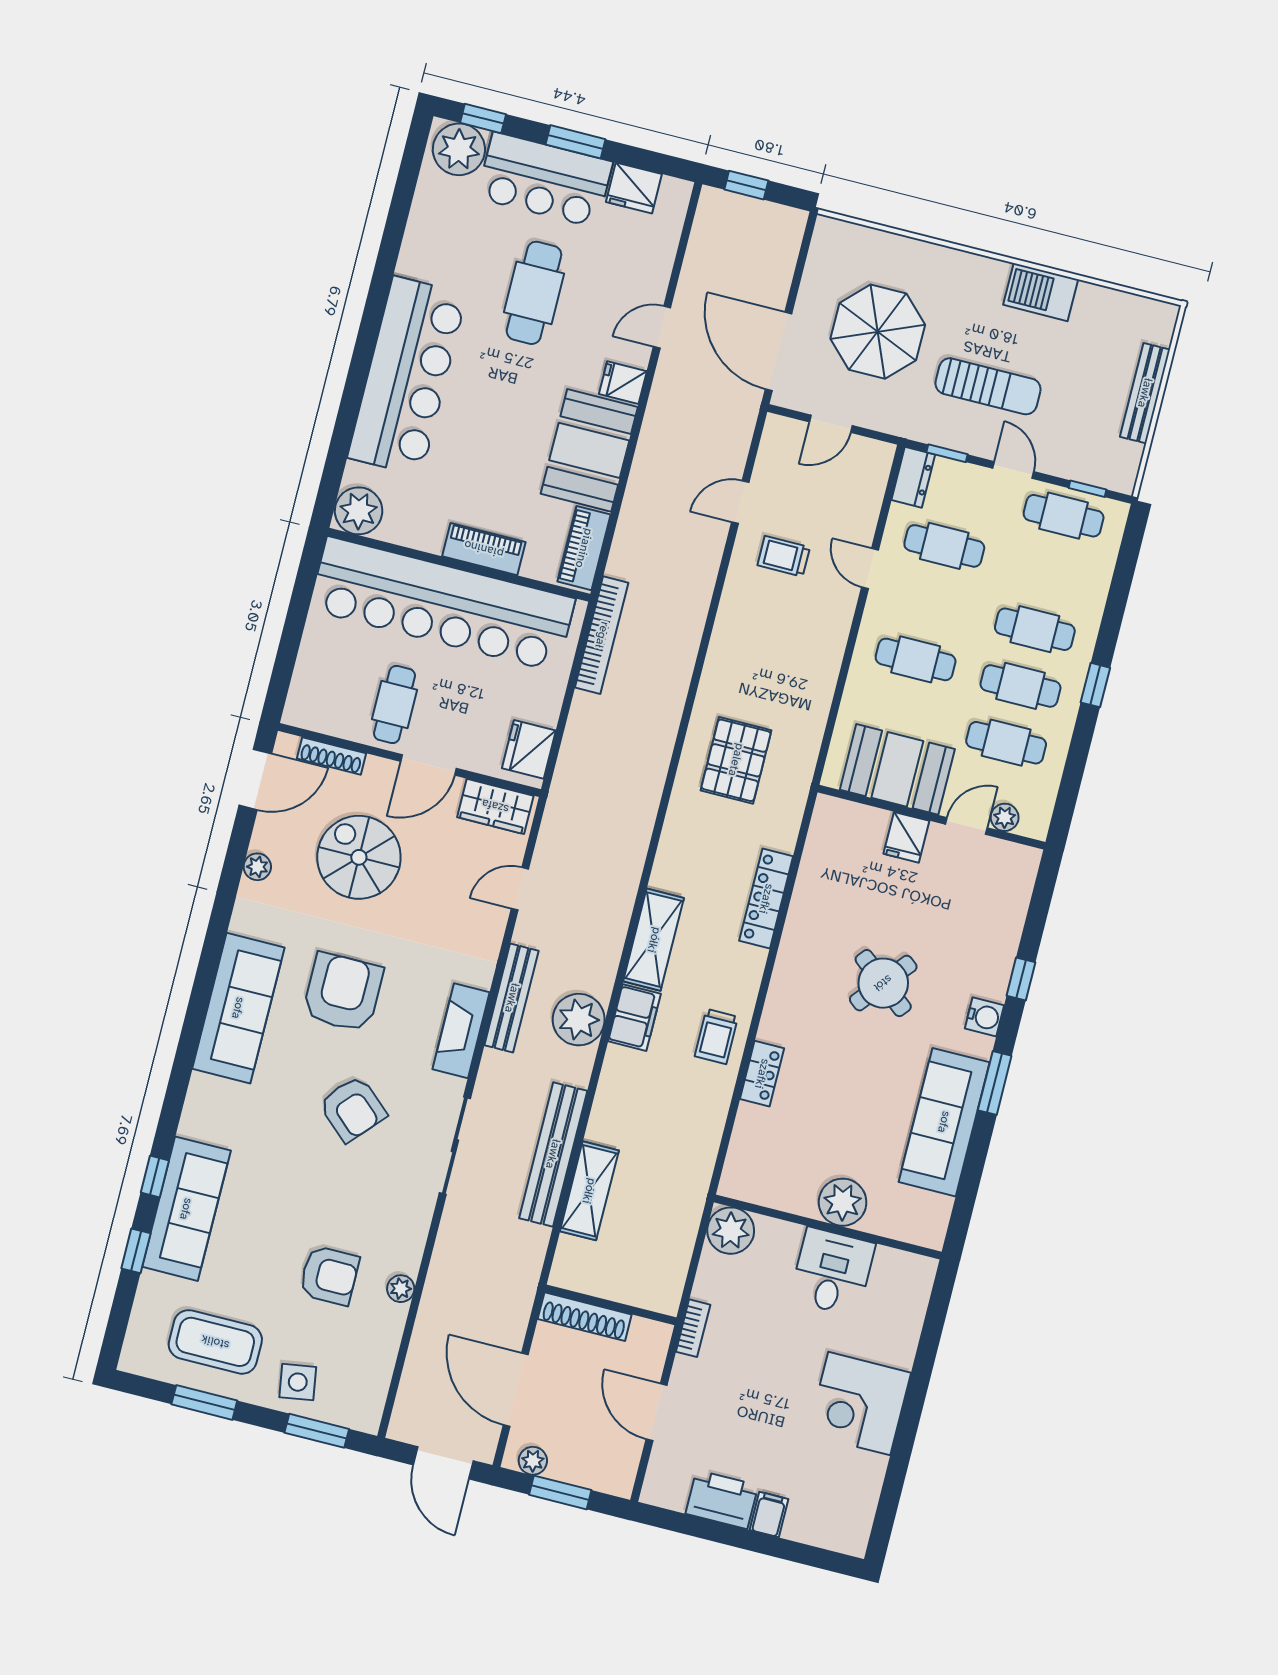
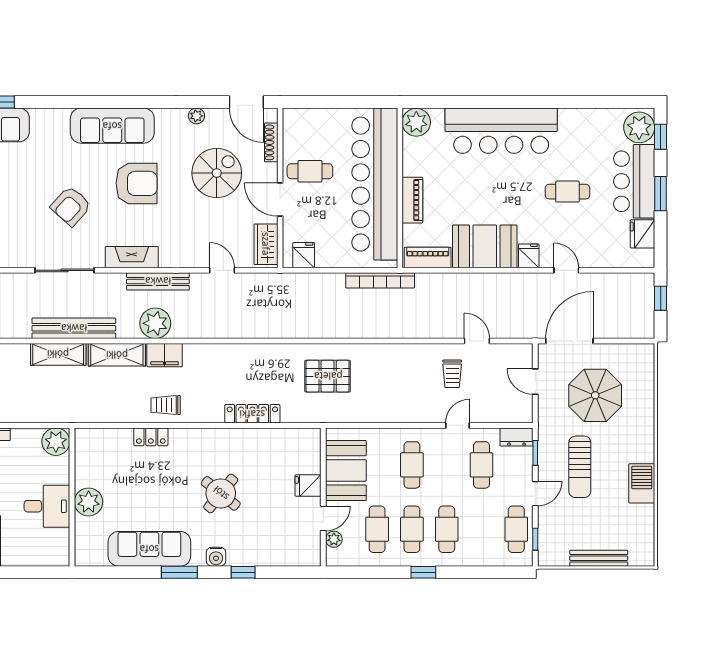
cafe table: (534, 293) -> (567, 192), width x0.73, depth x0.74
trolley: (784, 556) -> (452, 374), turned 180
fridge: (529, 749) -> (304, 255), width x0.72
door: (966, 826) -> (323, 518), hinge flipped
shelving: (654, 940) -> (117, 355), moved

